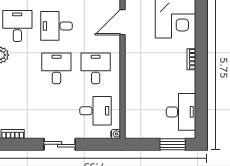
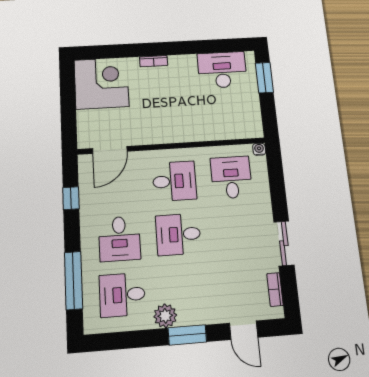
door: (122, 22) -> (110, 150), hinge flipped
desk: (96, 68) -> (174, 181), turned 180
sliding door: (60, 144) -> (284, 243), moved

